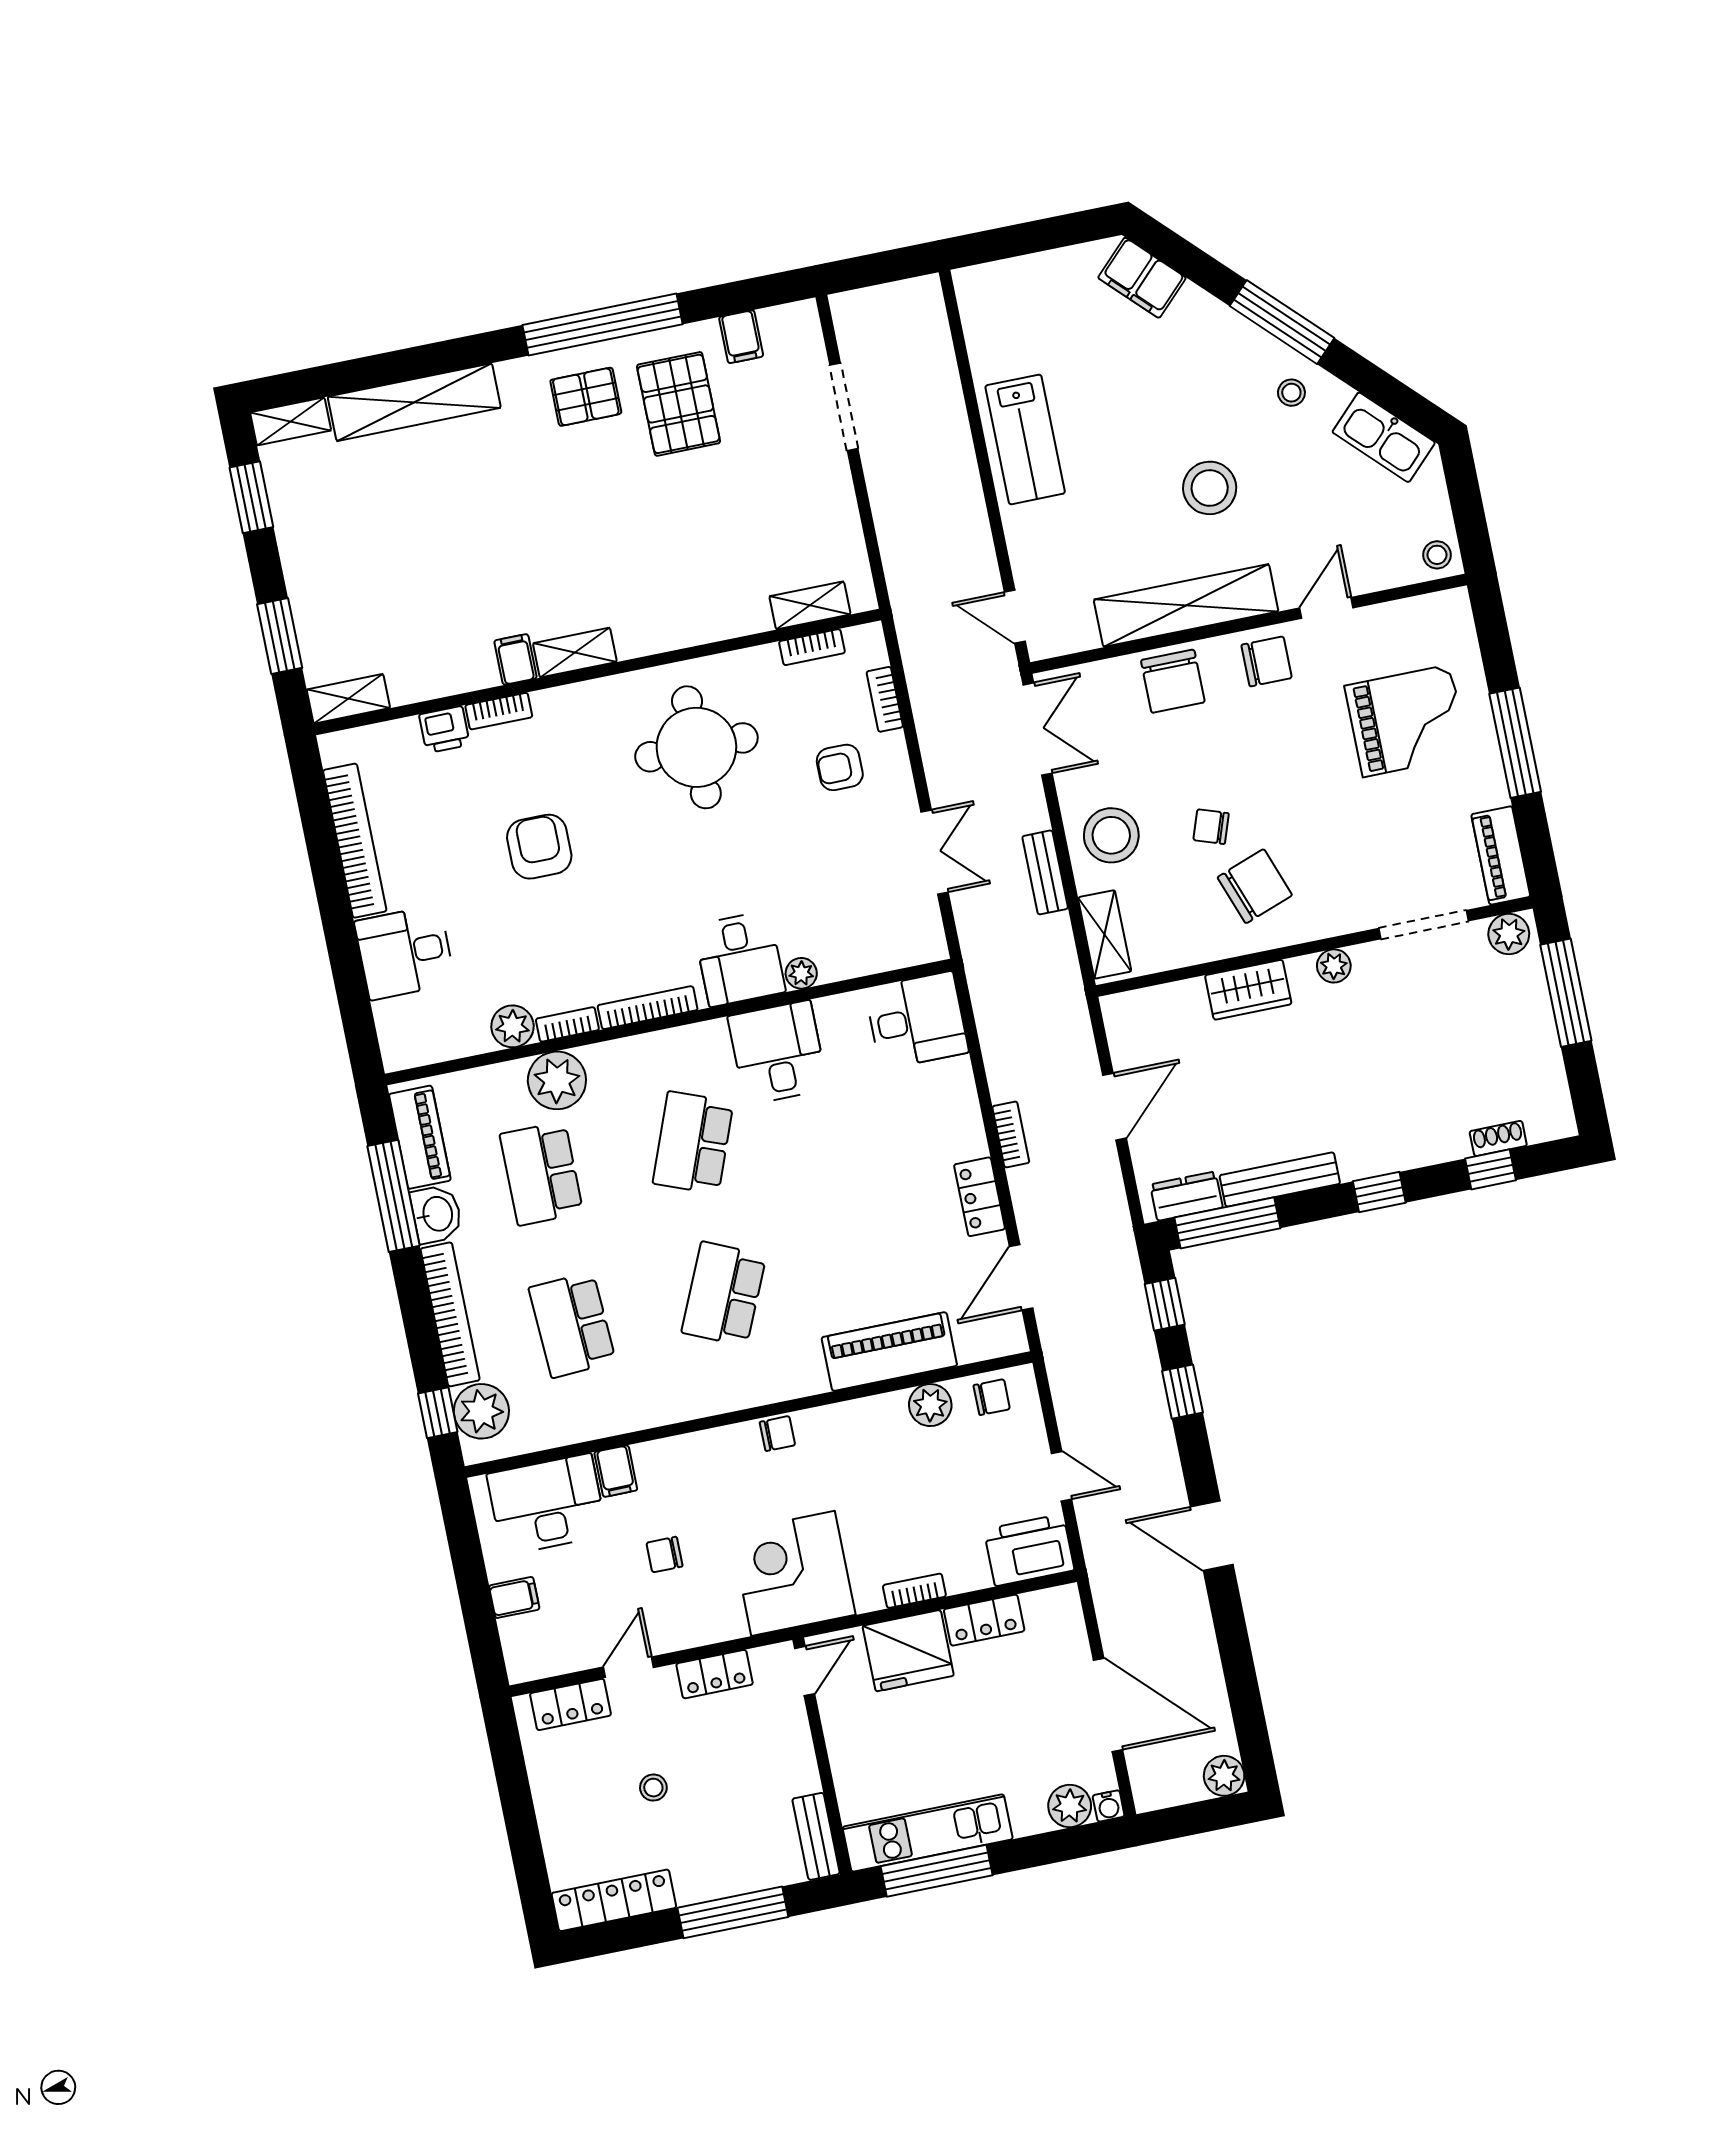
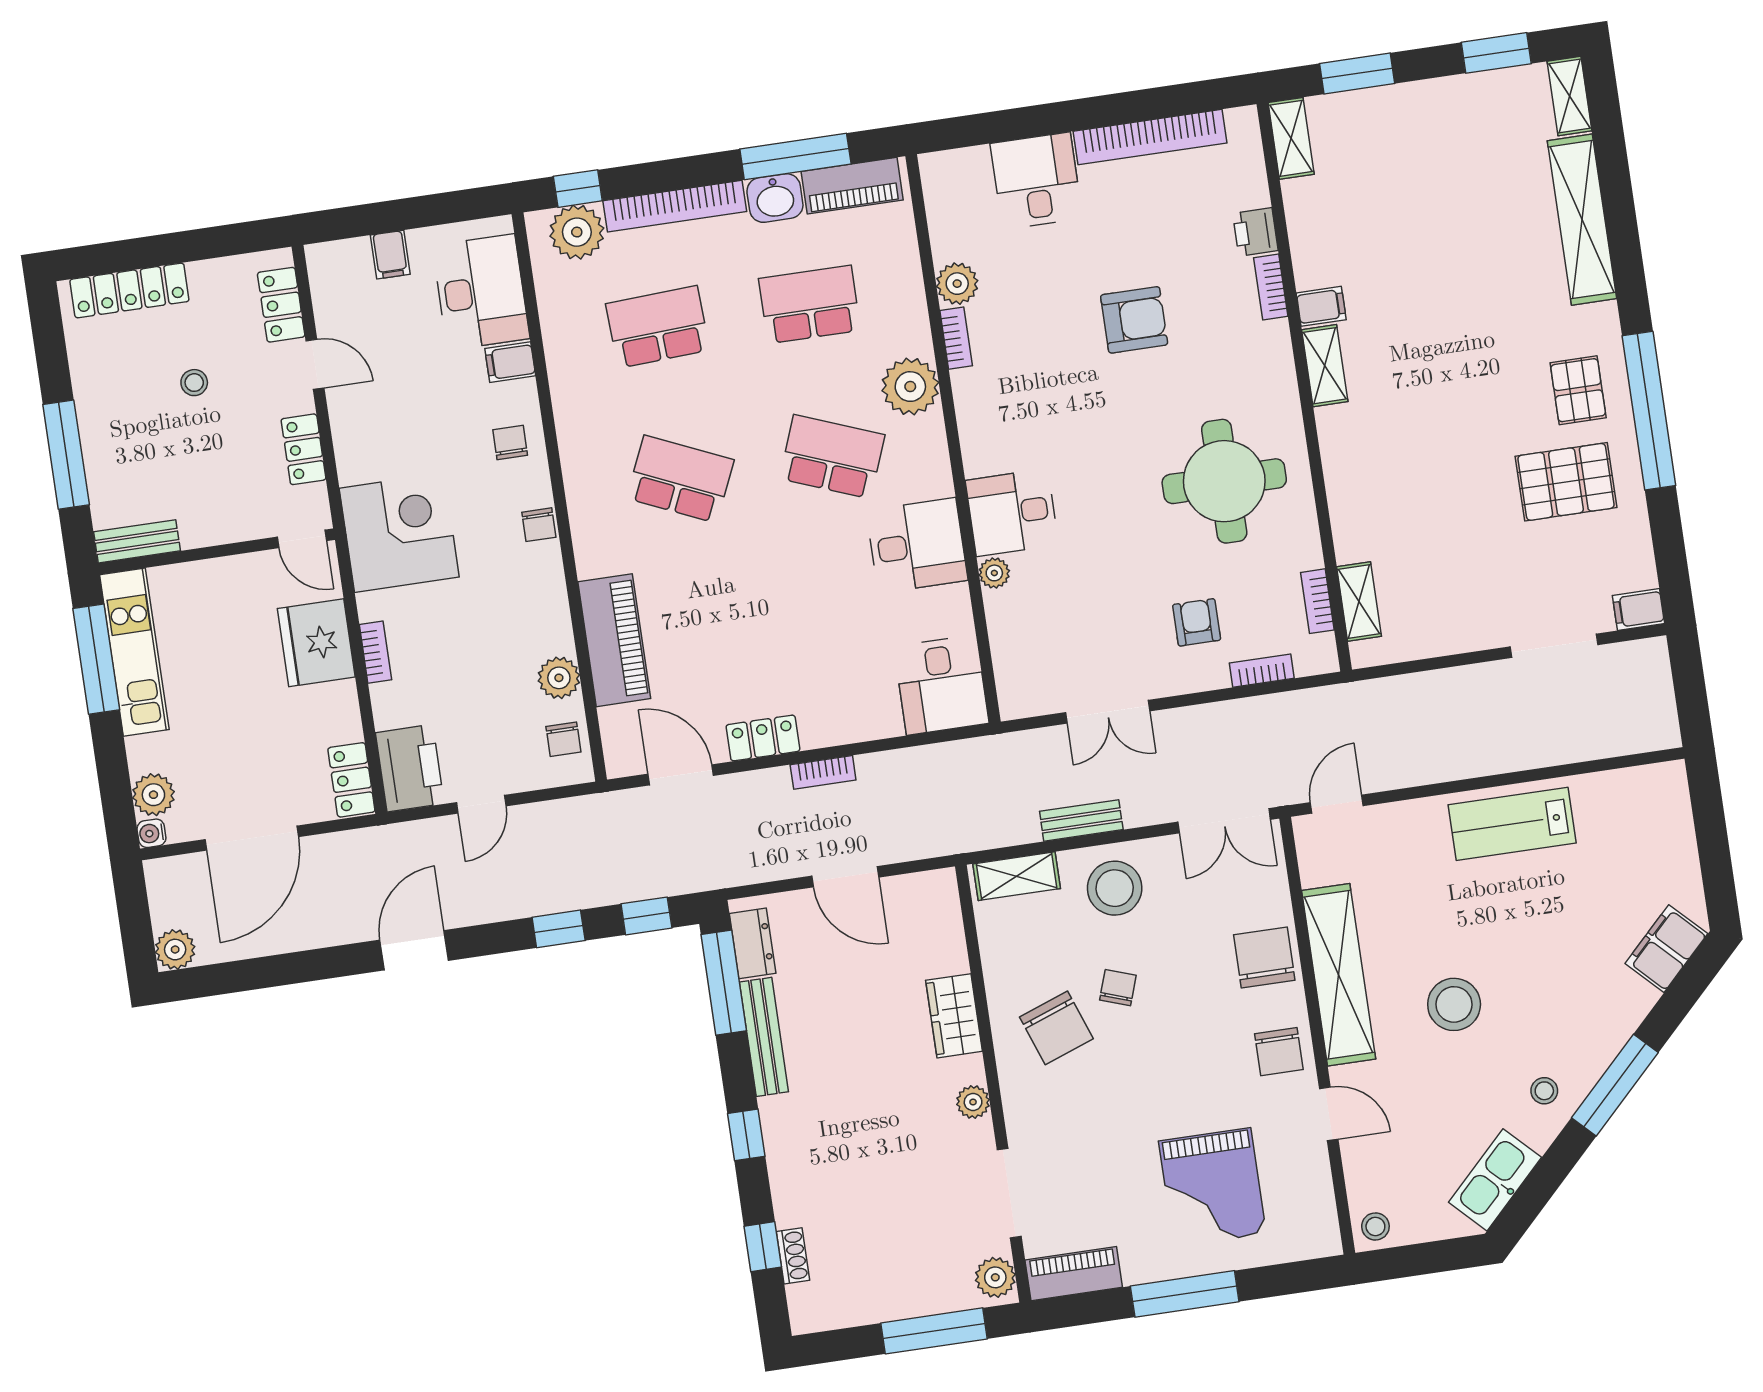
filing cabinet: (741, 337) -> (1638, 609), moved
chair: (1173, 681) -> (1264, 958), turned 90
bookcase: (648, 1008) -> (968, 419), removed
plant: (557, 1080) -> (910, 387), moved
chair: (664, 1555) -> (510, 443), moved
locker: (984, 1620) -> (351, 780), moved
locker: (614, 1900) -> (129, 290), moved, turned 90

